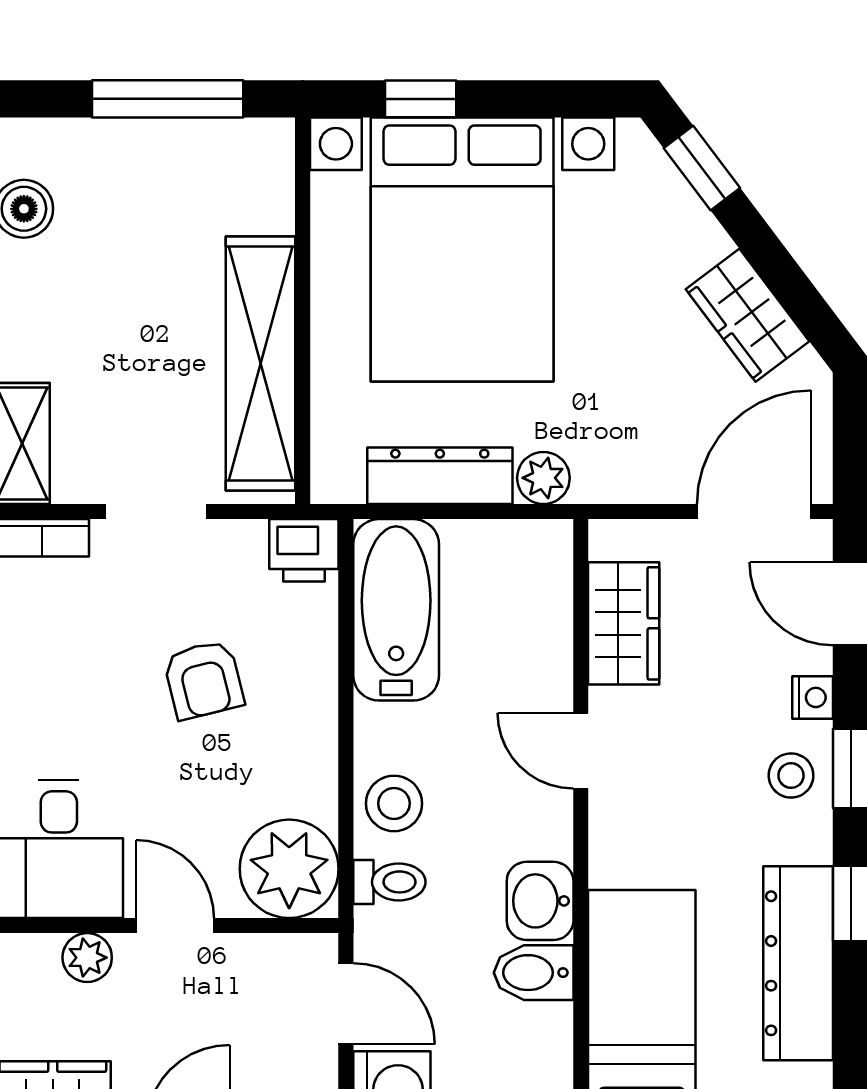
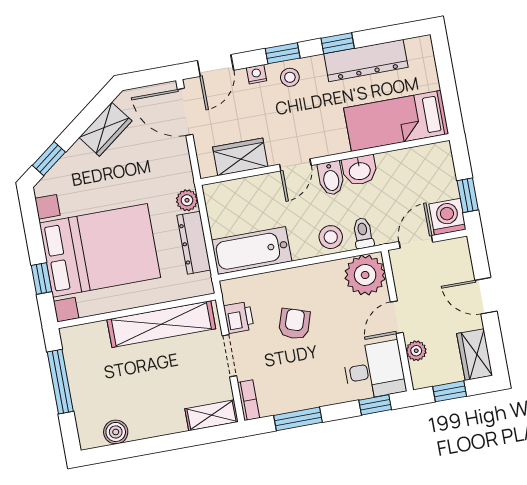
printer: (304, 550) -> (239, 317), moved
armchair: (204, 680) -> (294, 324), turned -58
bidet: (534, 973) -> (331, 178), moved

